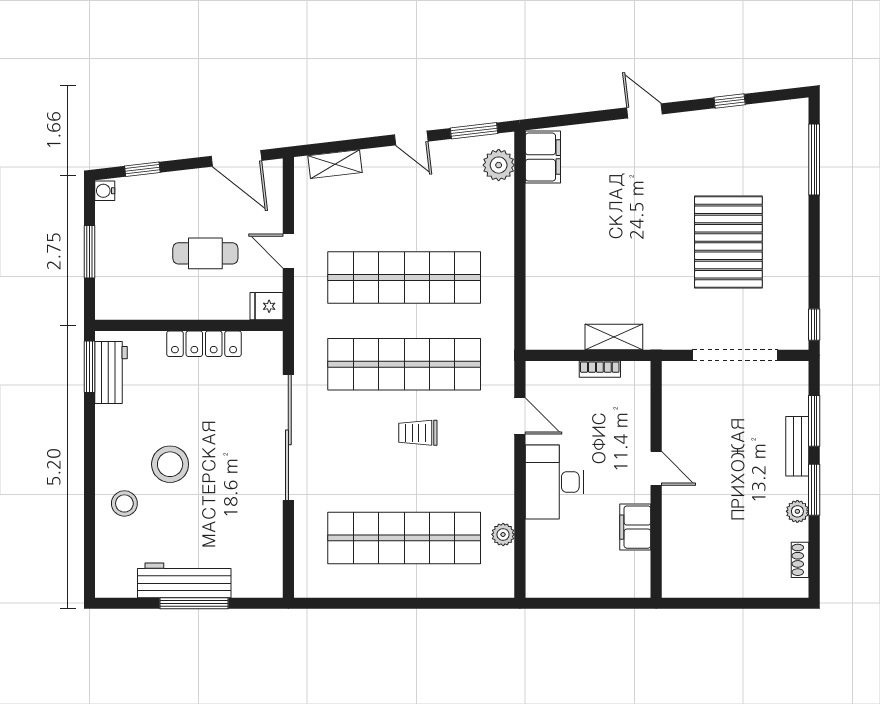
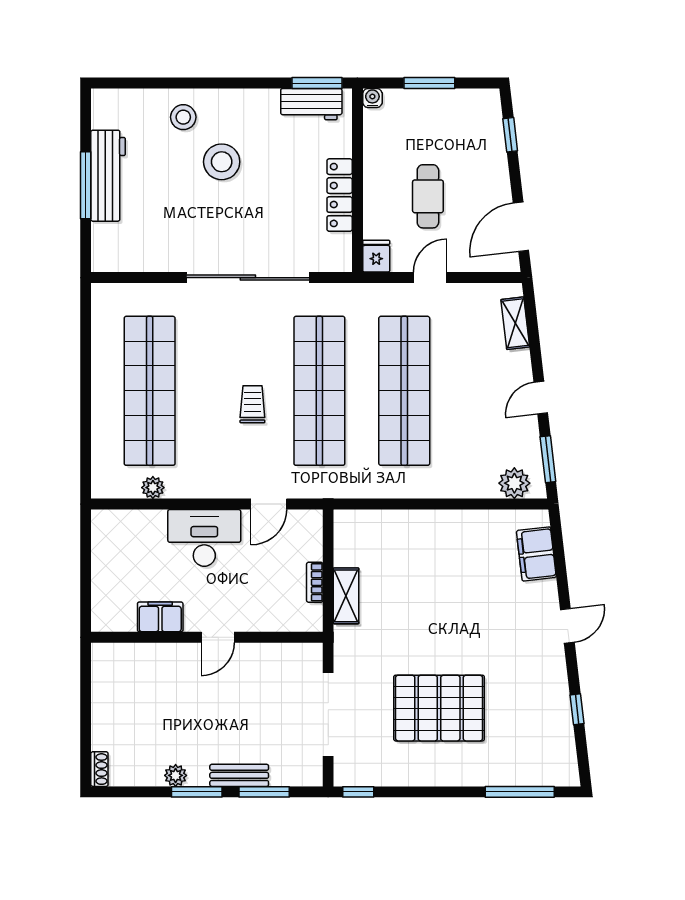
filing cabinet: (543, 157) -> (536, 554), moved, turned 83
water cooler: (105, 191) -> (372, 98), moved
shoe rack: (800, 560) -> (99, 769), moved, turned 90

